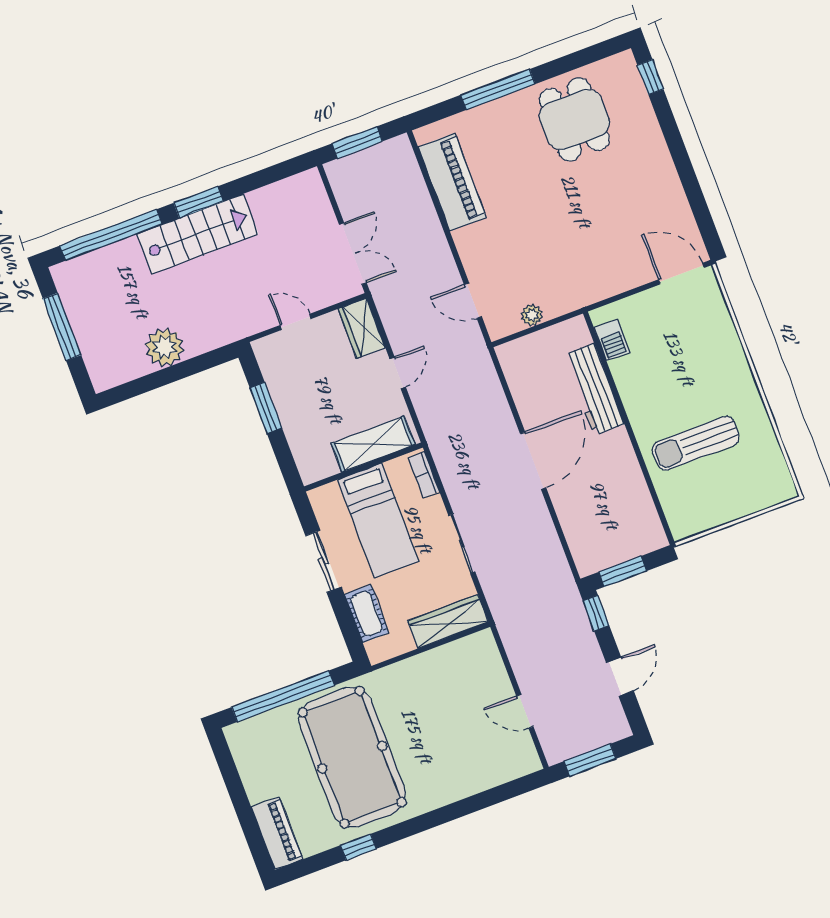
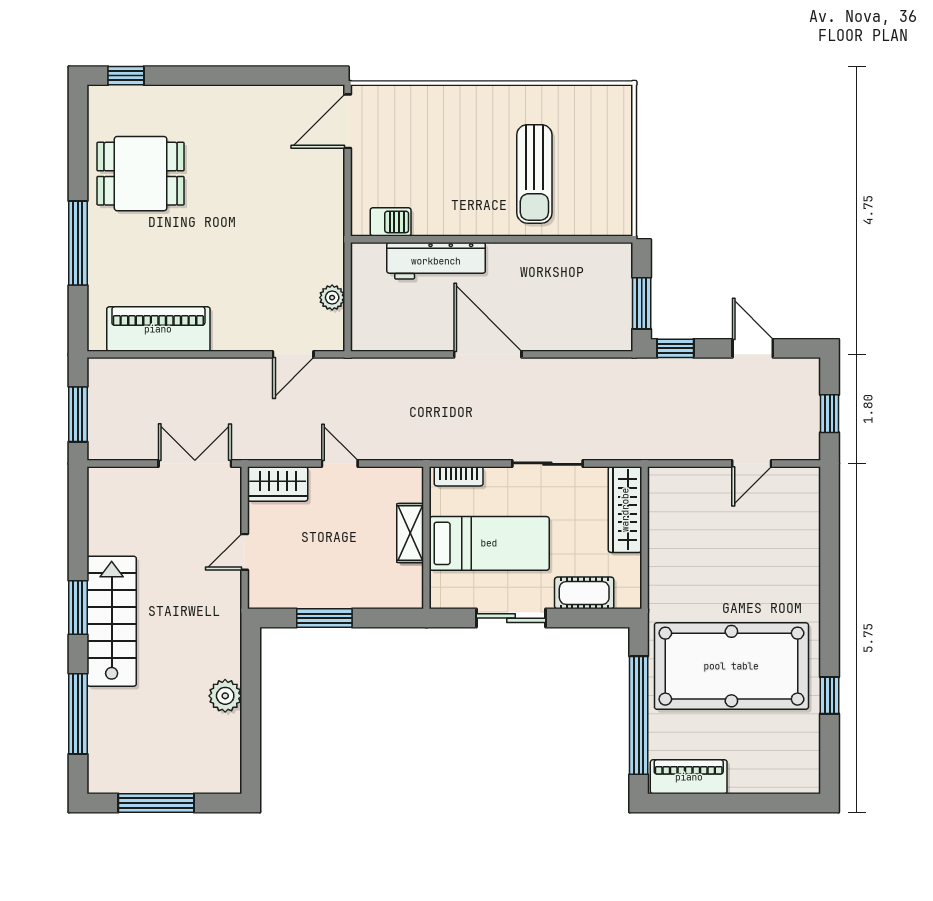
window: (111, 235) -> (78, 714), width x0.68
plant: (165, 347) -> (225, 696), width x0.73, depth x0.73
shelving: (373, 444) -> (410, 533), width x0.67, depth x0.75
window: (590, 760) -> (830, 414), width x0.67
piano: (277, 833) -> (689, 777), moved

